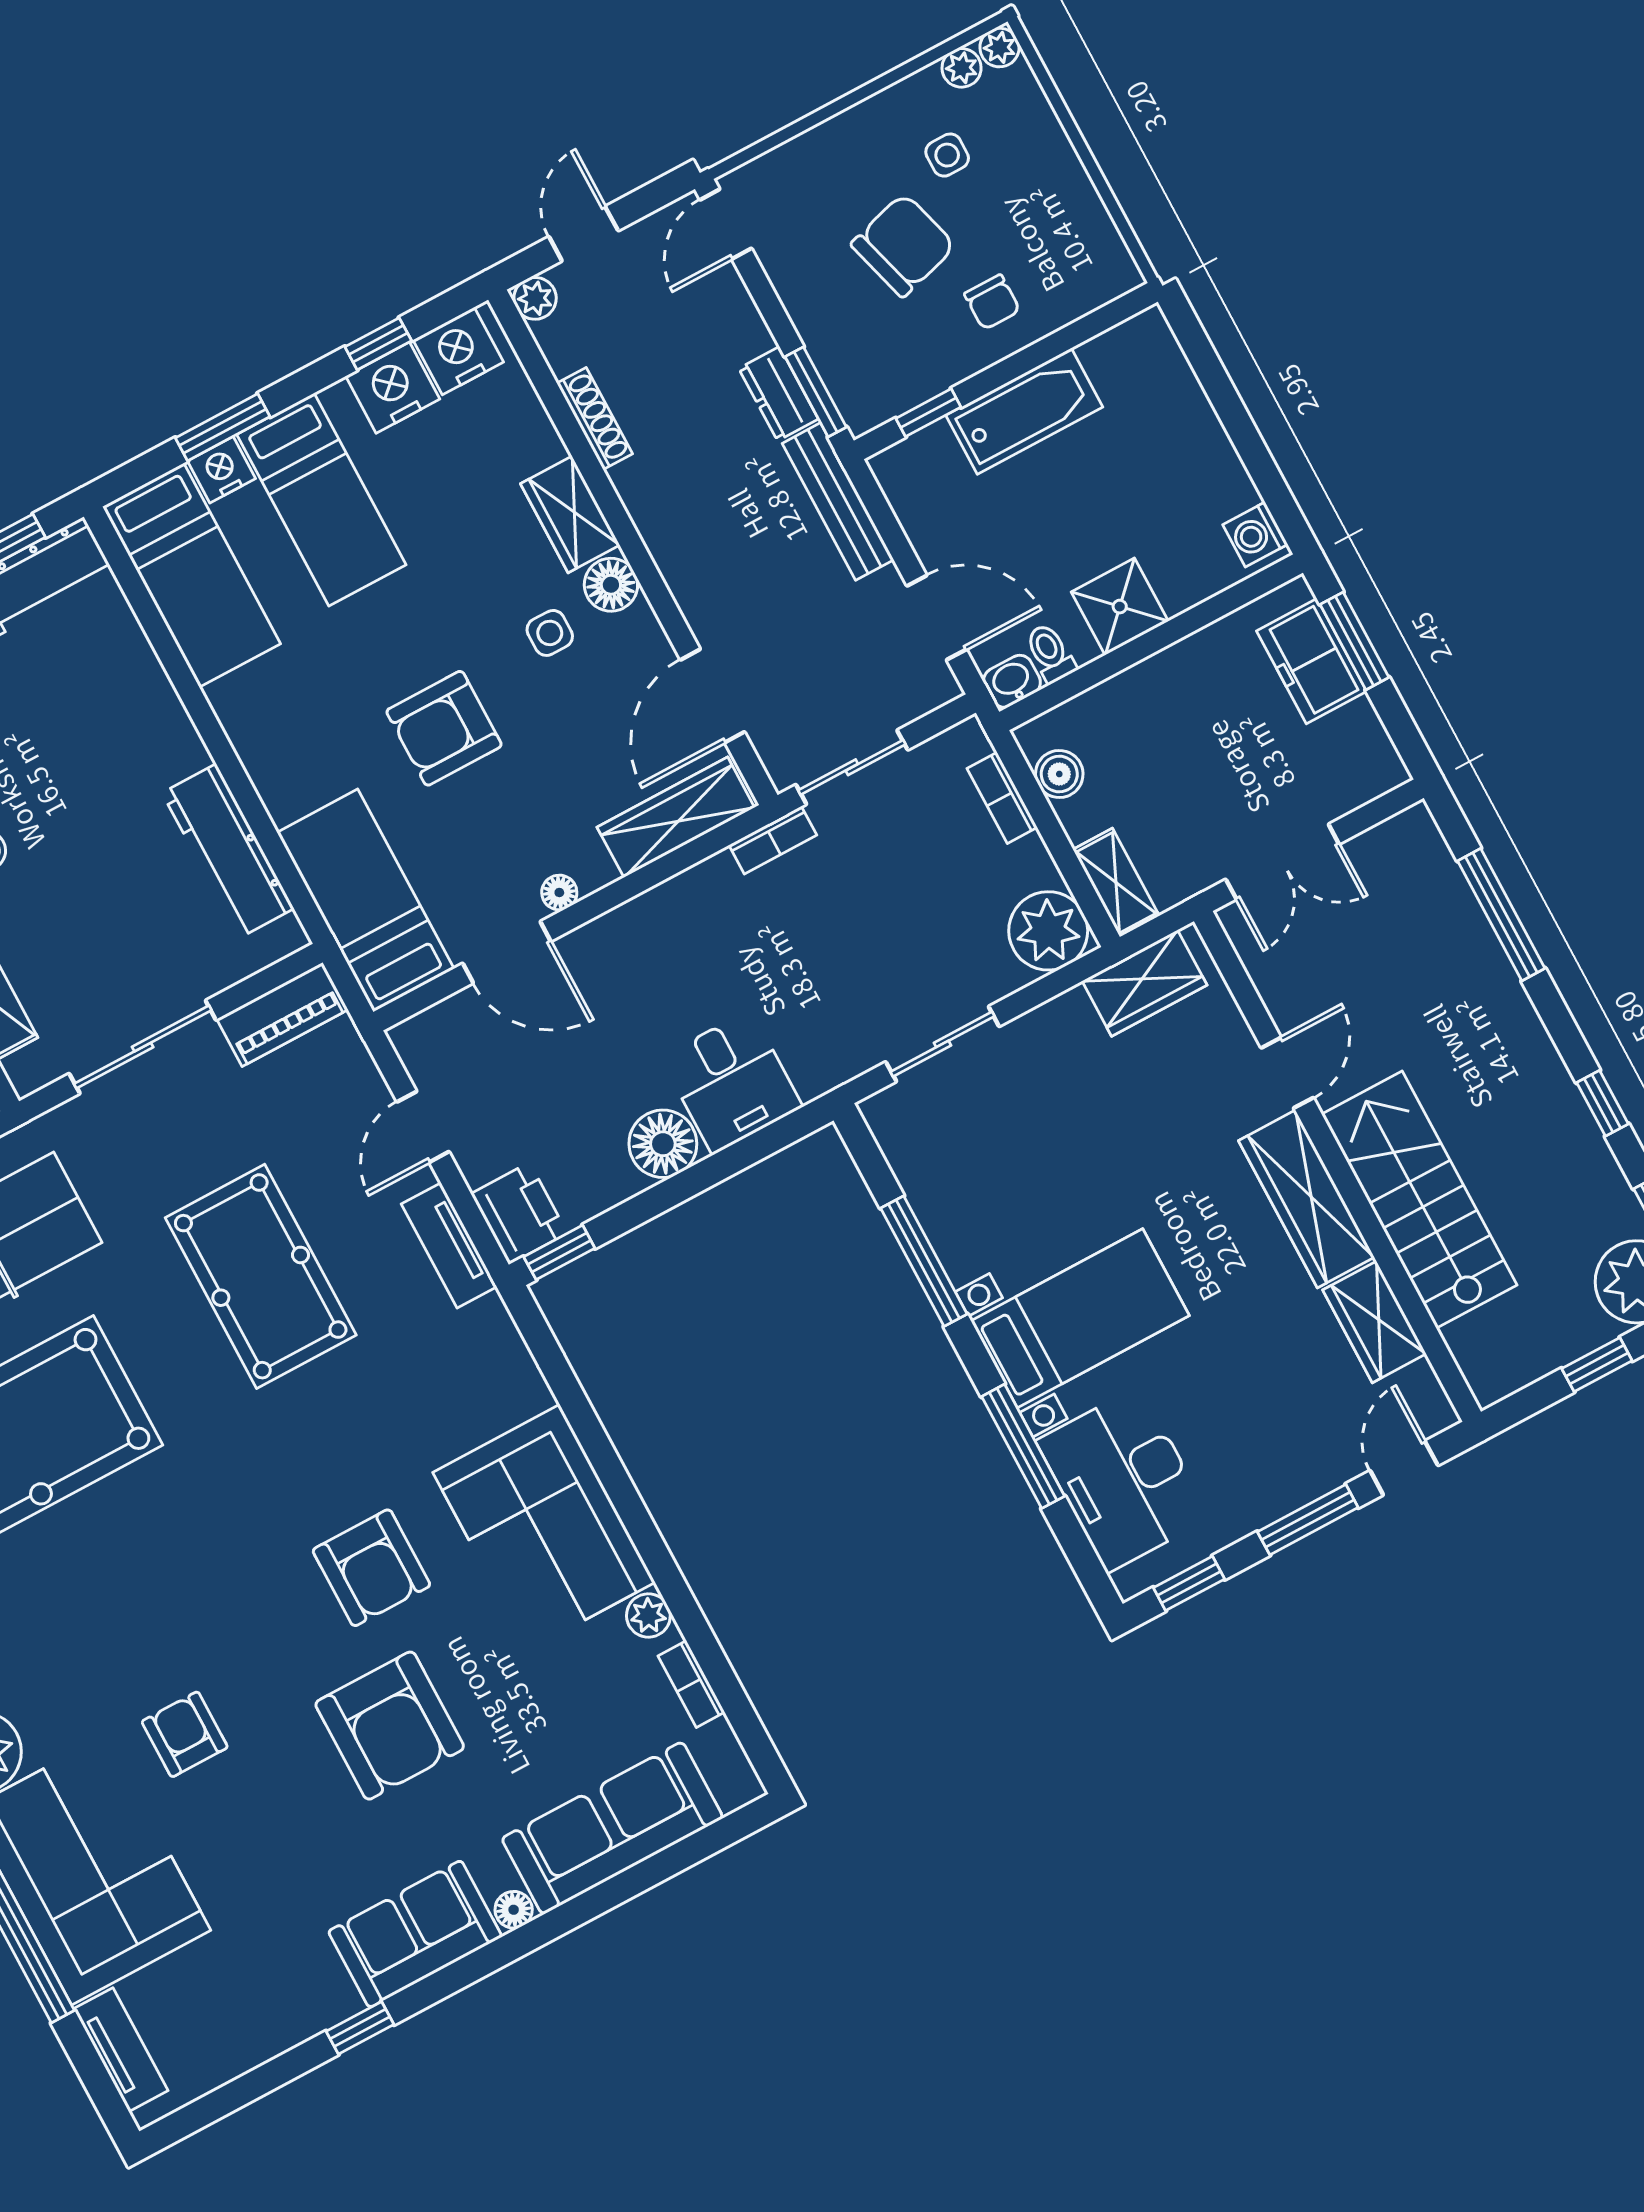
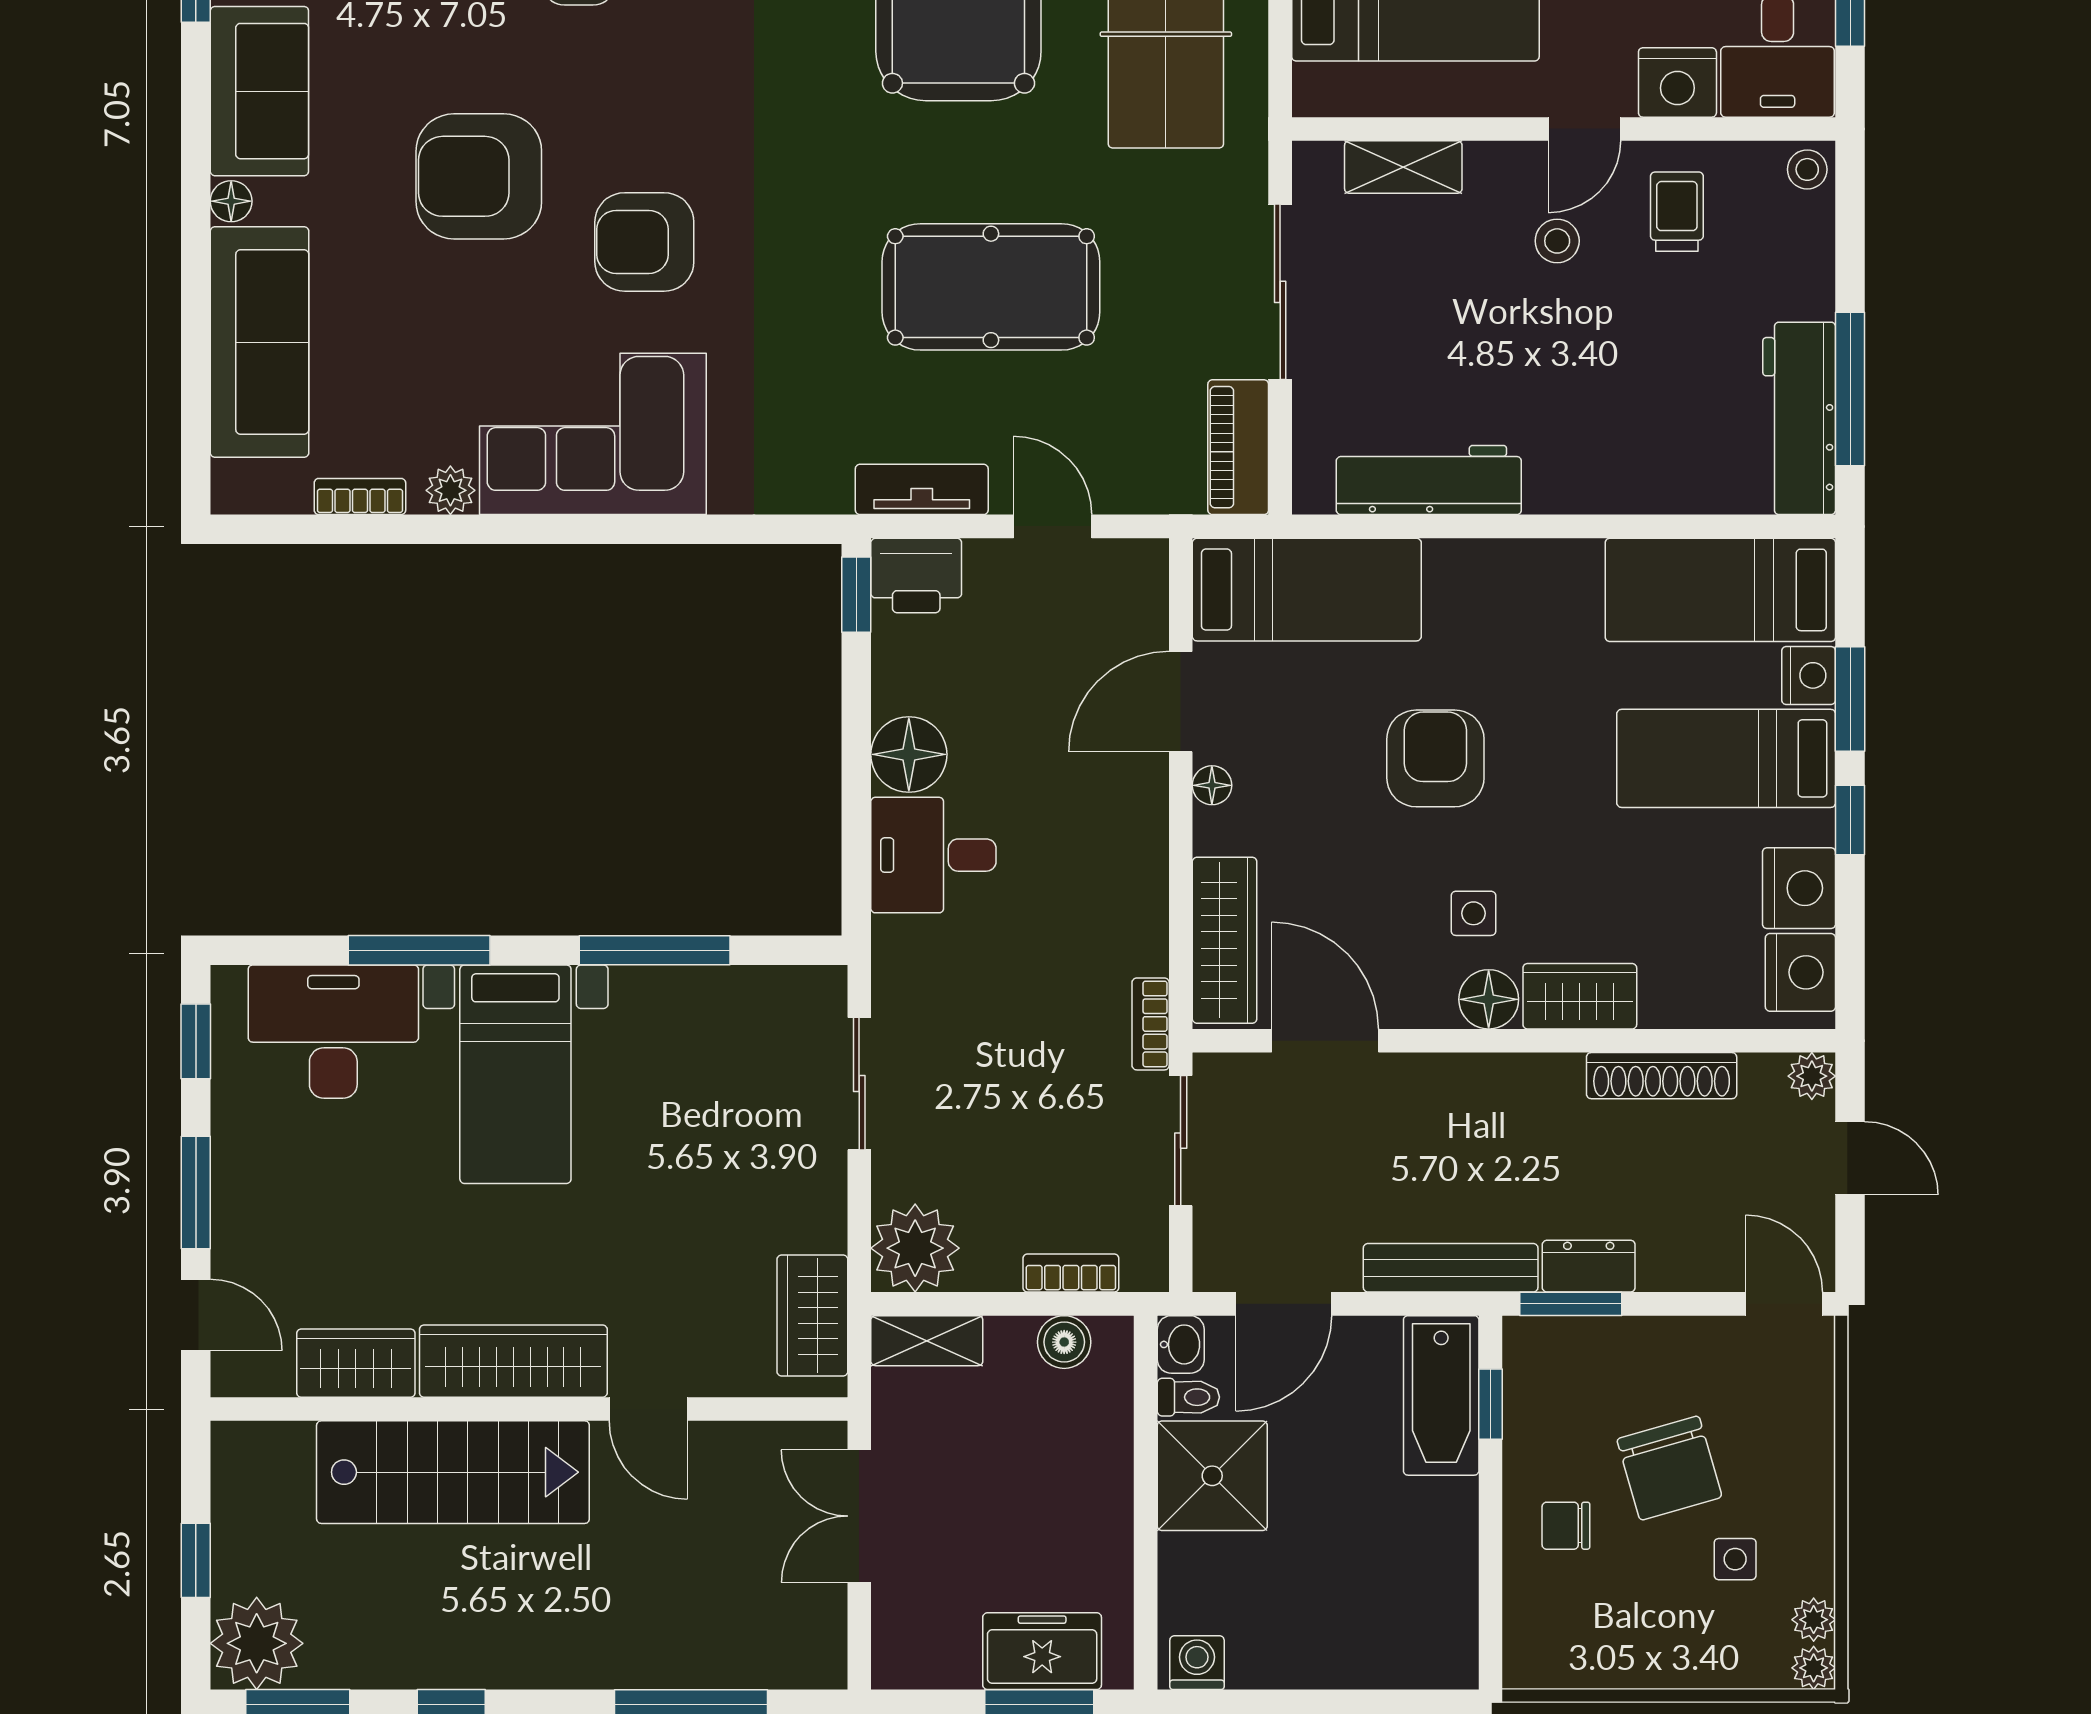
window: (378, 344) -> (1850, 820), moved
bathtub: (1024, 411) -> (1441, 1395), moved
shoe rack: (595, 419) -> (1662, 1076), width x1.36, depth x1.24
shower: (1120, 607) -> (1212, 1476), width x1.36, depth x1.36

